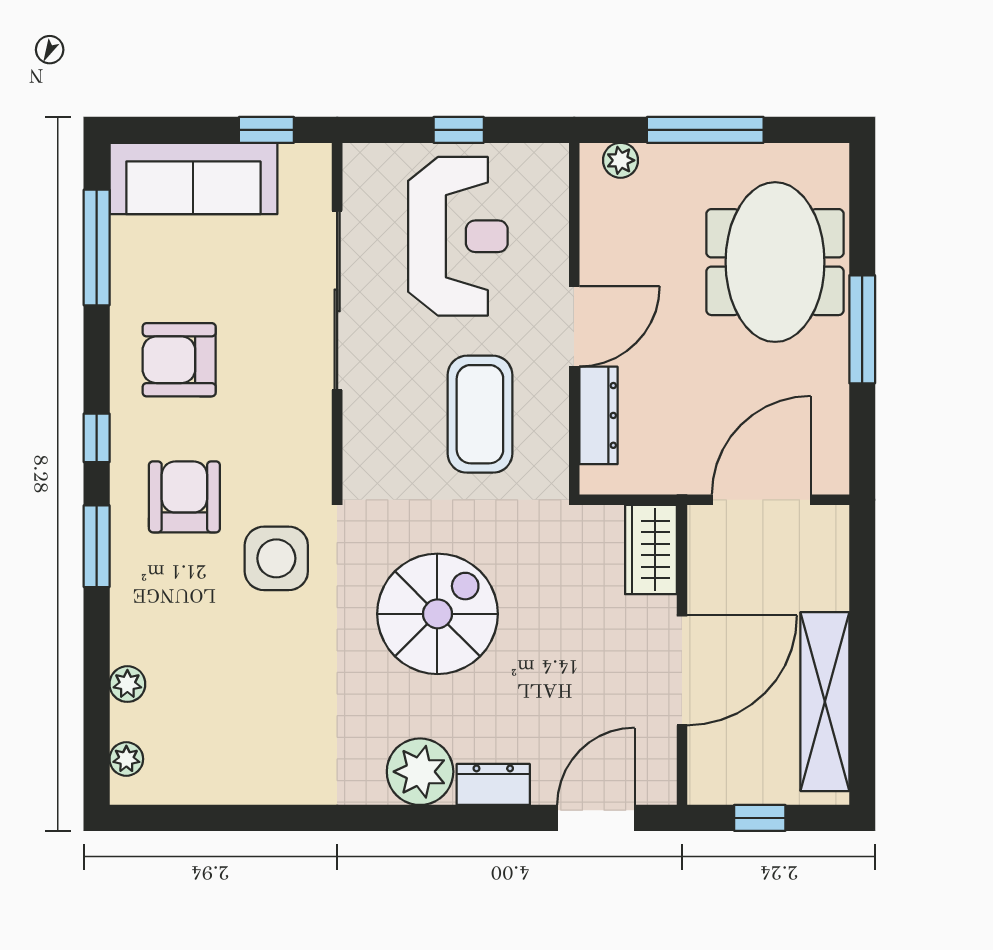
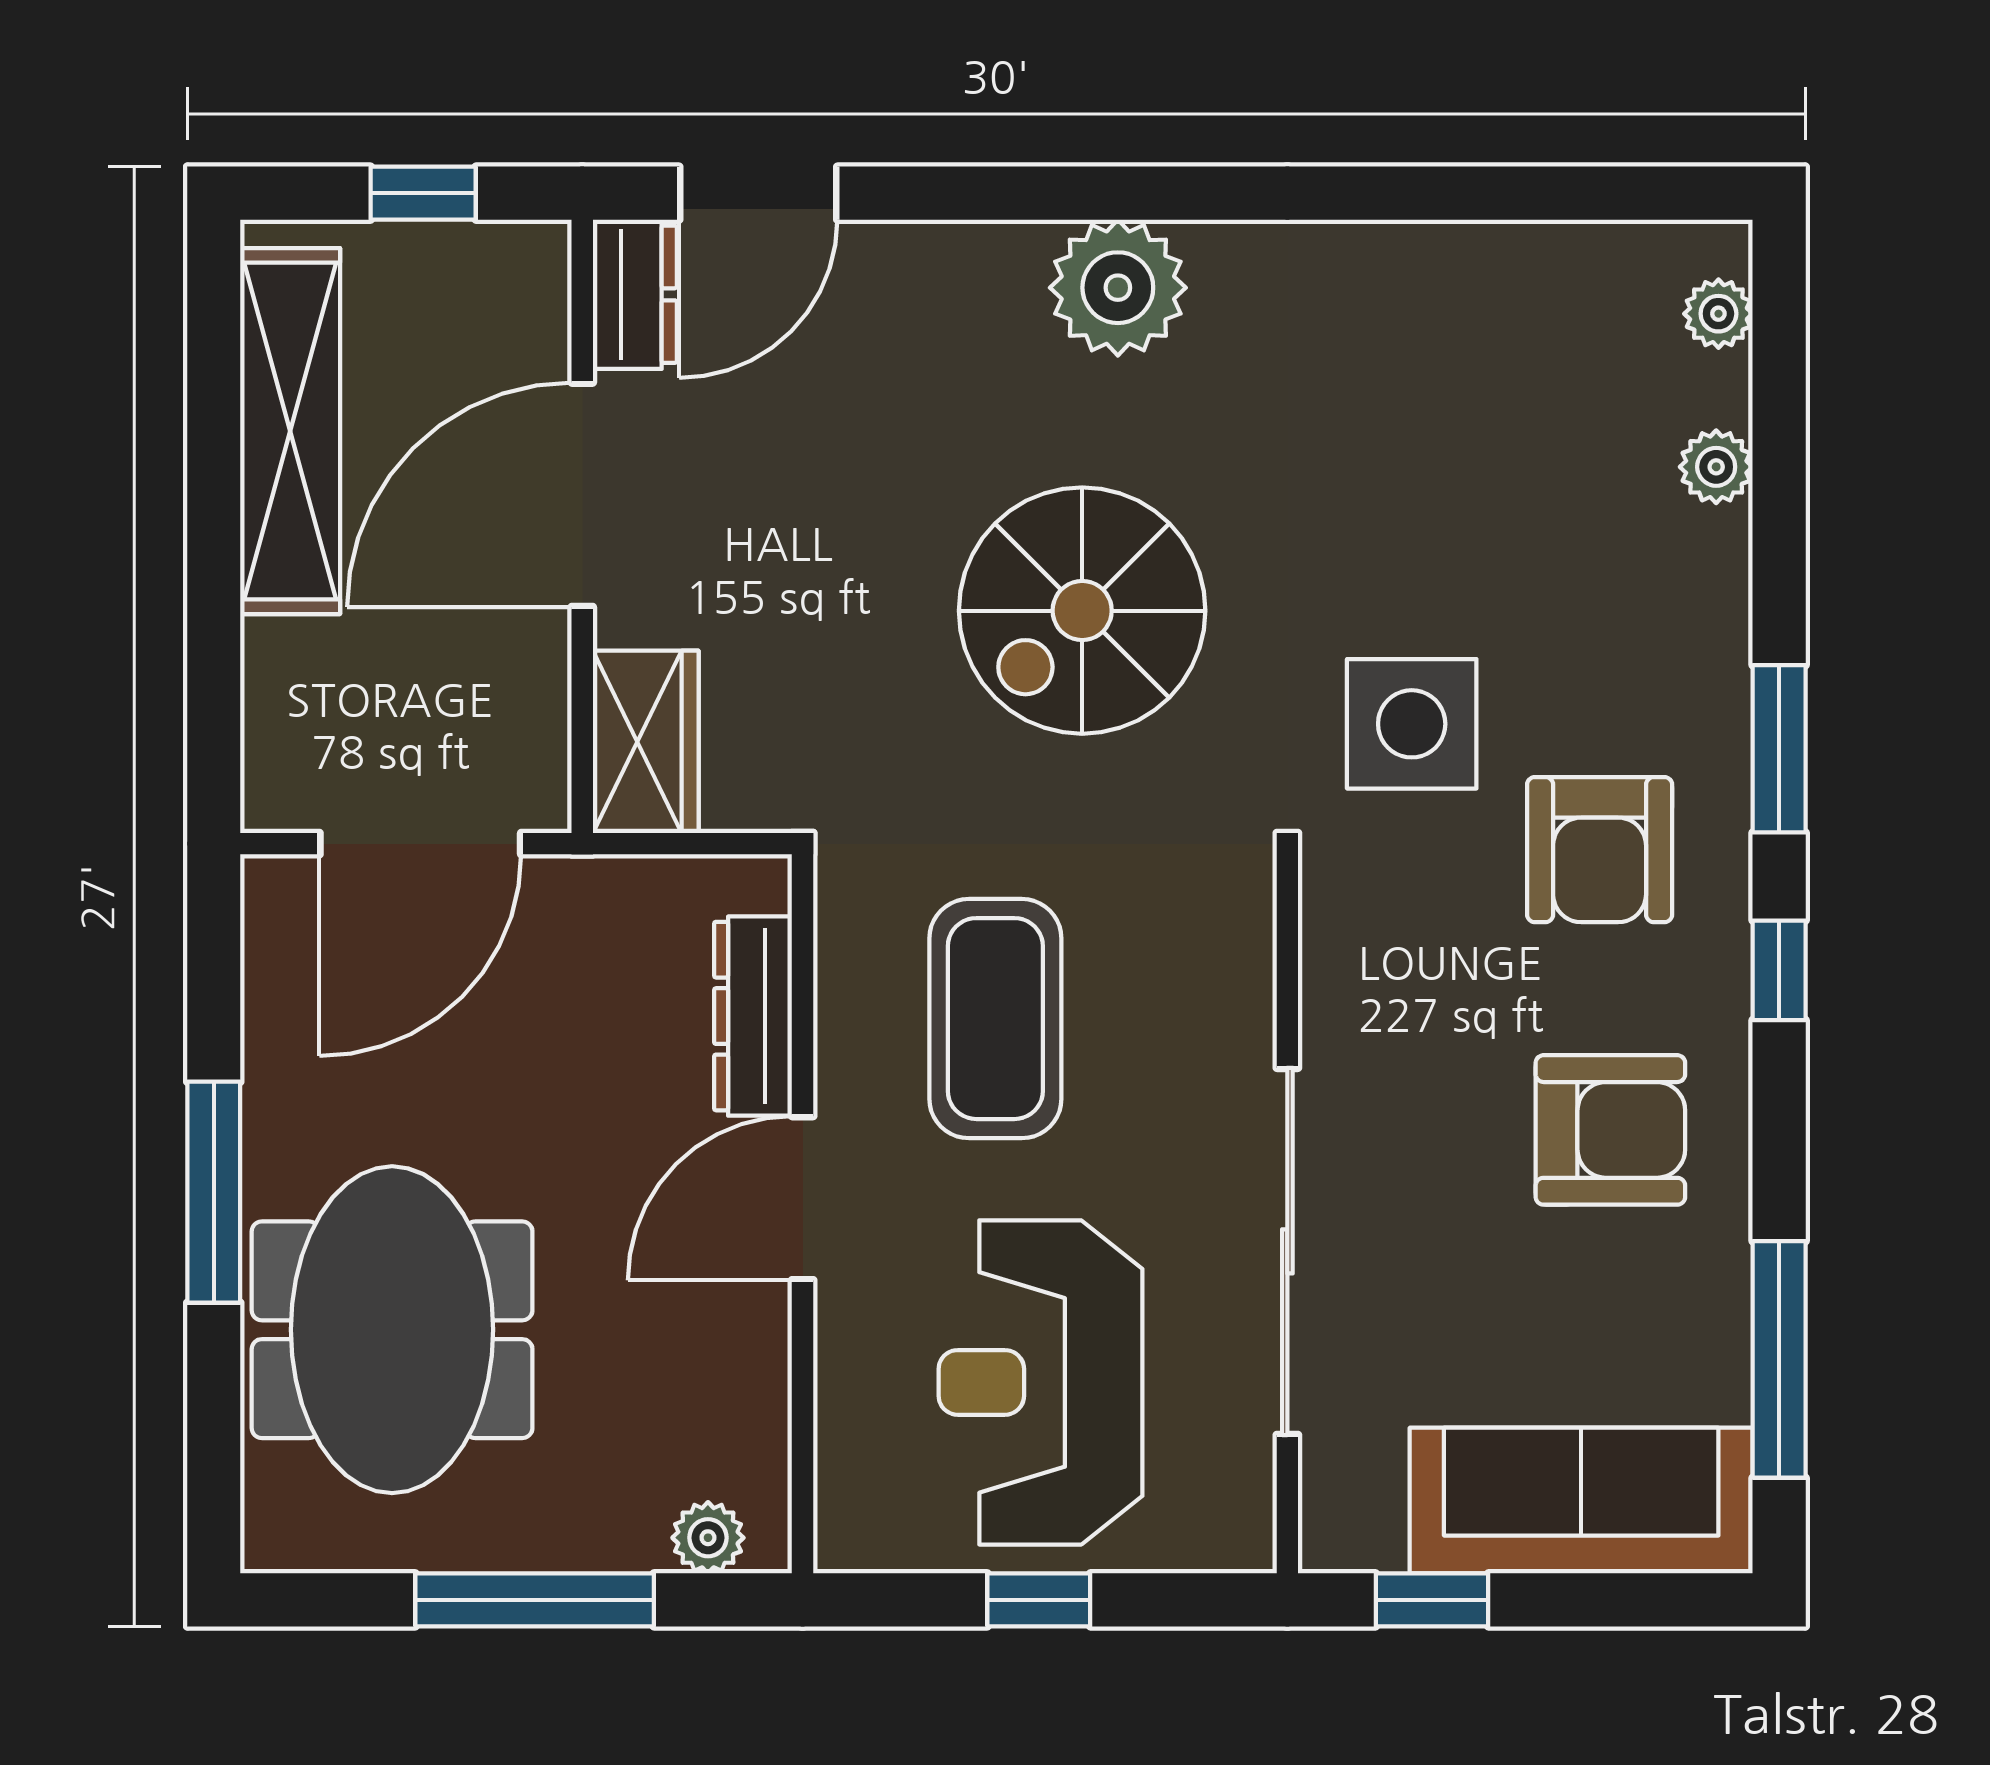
dresser: (493, 784) -> (635, 294), moved, turned -90

